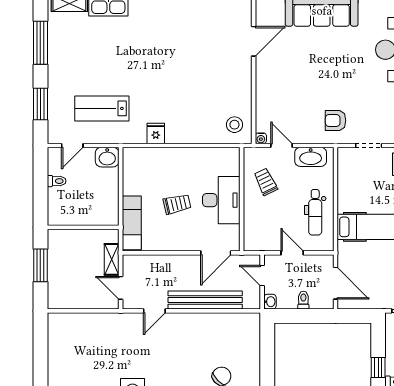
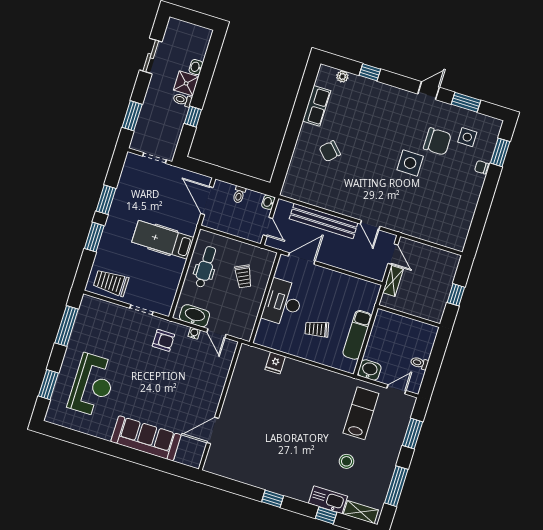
lab bench: (102, 108) -> (361, 413), turned -90
stool: (234, 125) -> (346, 461), moved
fridge: (156, 133) -> (275, 363), moved
water cooler: (261, 138) -> (194, 333), moved
trolley: (266, 182) -> (243, 276), moved
trolley: (177, 204) -> (317, 329), moved
exam couch: (132, 223) -> (357, 335), moved
door: (292, 253) -> (236, 238), removed
window: (40, 265) -> (456, 295), width x0.67
door: (154, 311) -> (370, 225), swing flipped

